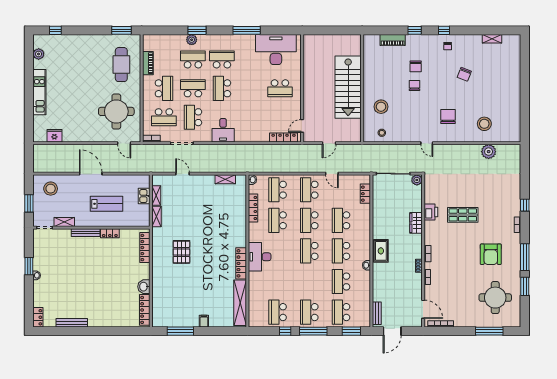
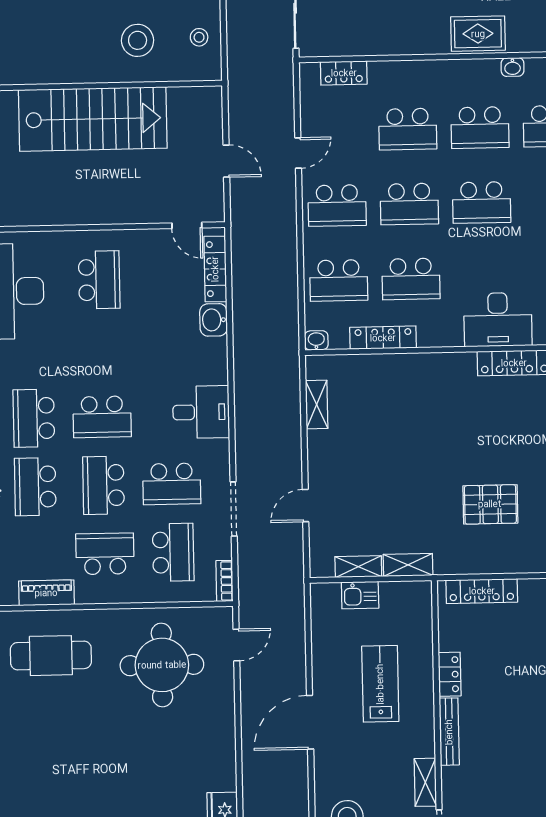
washbasin: (262, 136) -> (214, 320), added

